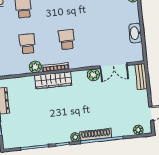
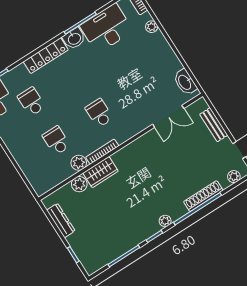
washbasin: (135, 33) -> (185, 82), moved
plant: (93, 75) -> (79, 184), moved
bench: (141, 77) -> (214, 125), moved
wardrobe: (53, 80) -> (100, 172), width x0.67
shoe rack: (96, 135) -> (203, 196), moved

